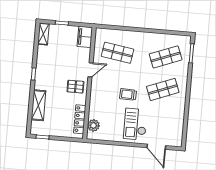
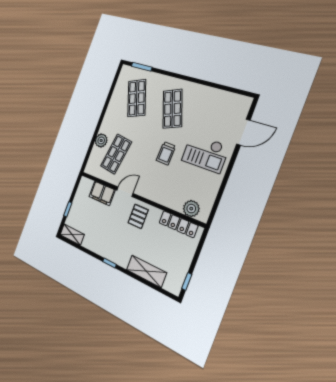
plant: (125, 36) -> (101, 140), added
filing cabinet: (85, 37) -> (102, 193), moved
door: (90, 70) -> (125, 192), hinge flipped

